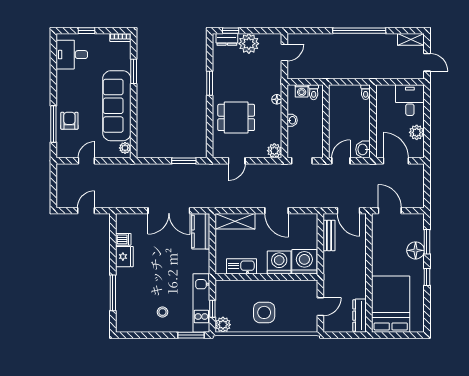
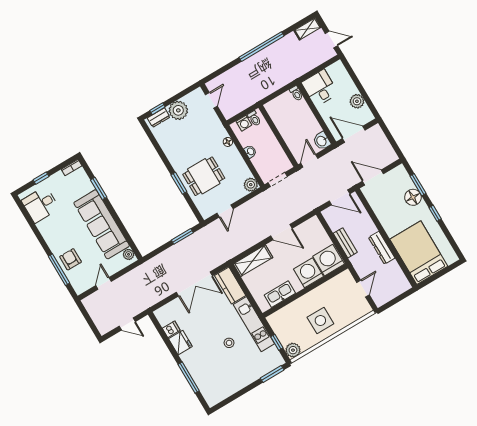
window: (210, 83) -> (179, 183), moved
desk: (410, 100) -> (320, 88), moved
door: (86, 211) -> (127, 324), swing flipped
bench: (329, 235) -> (345, 243), moved
kitchen unit: (201, 303) -> (254, 324), moved
stool: (162, 312) -> (229, 343), moved
dresser: (360, 316) -> (382, 248), moved

